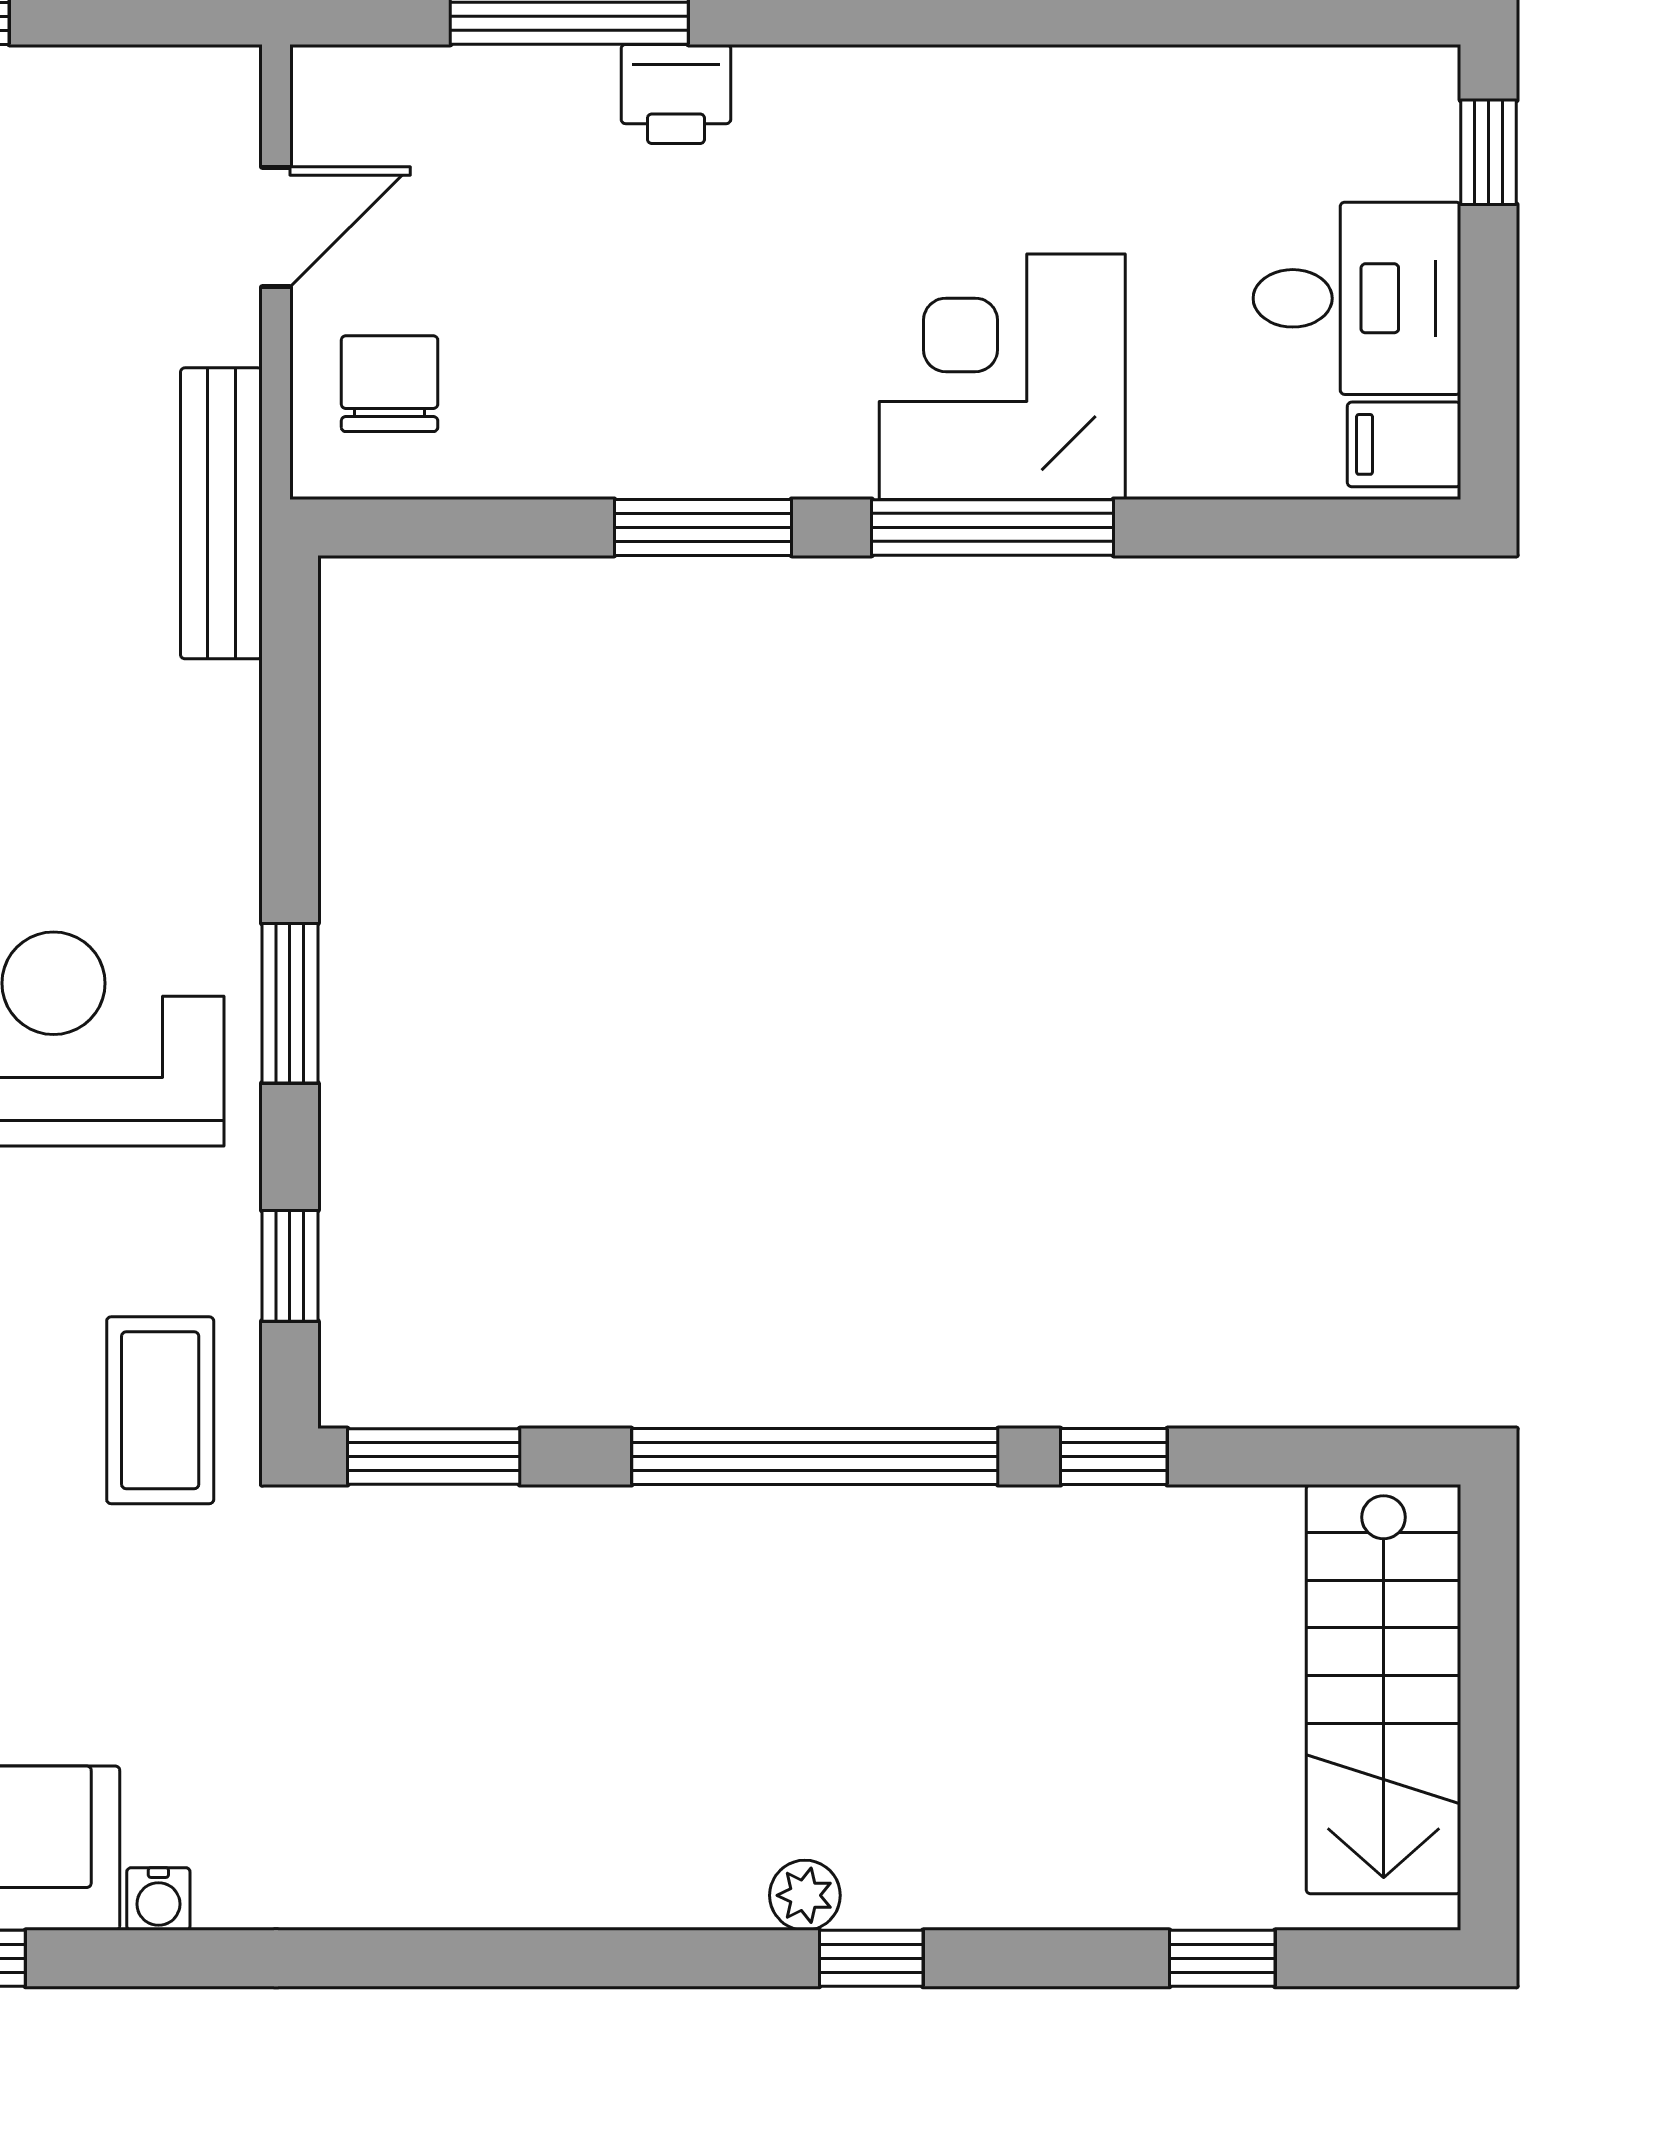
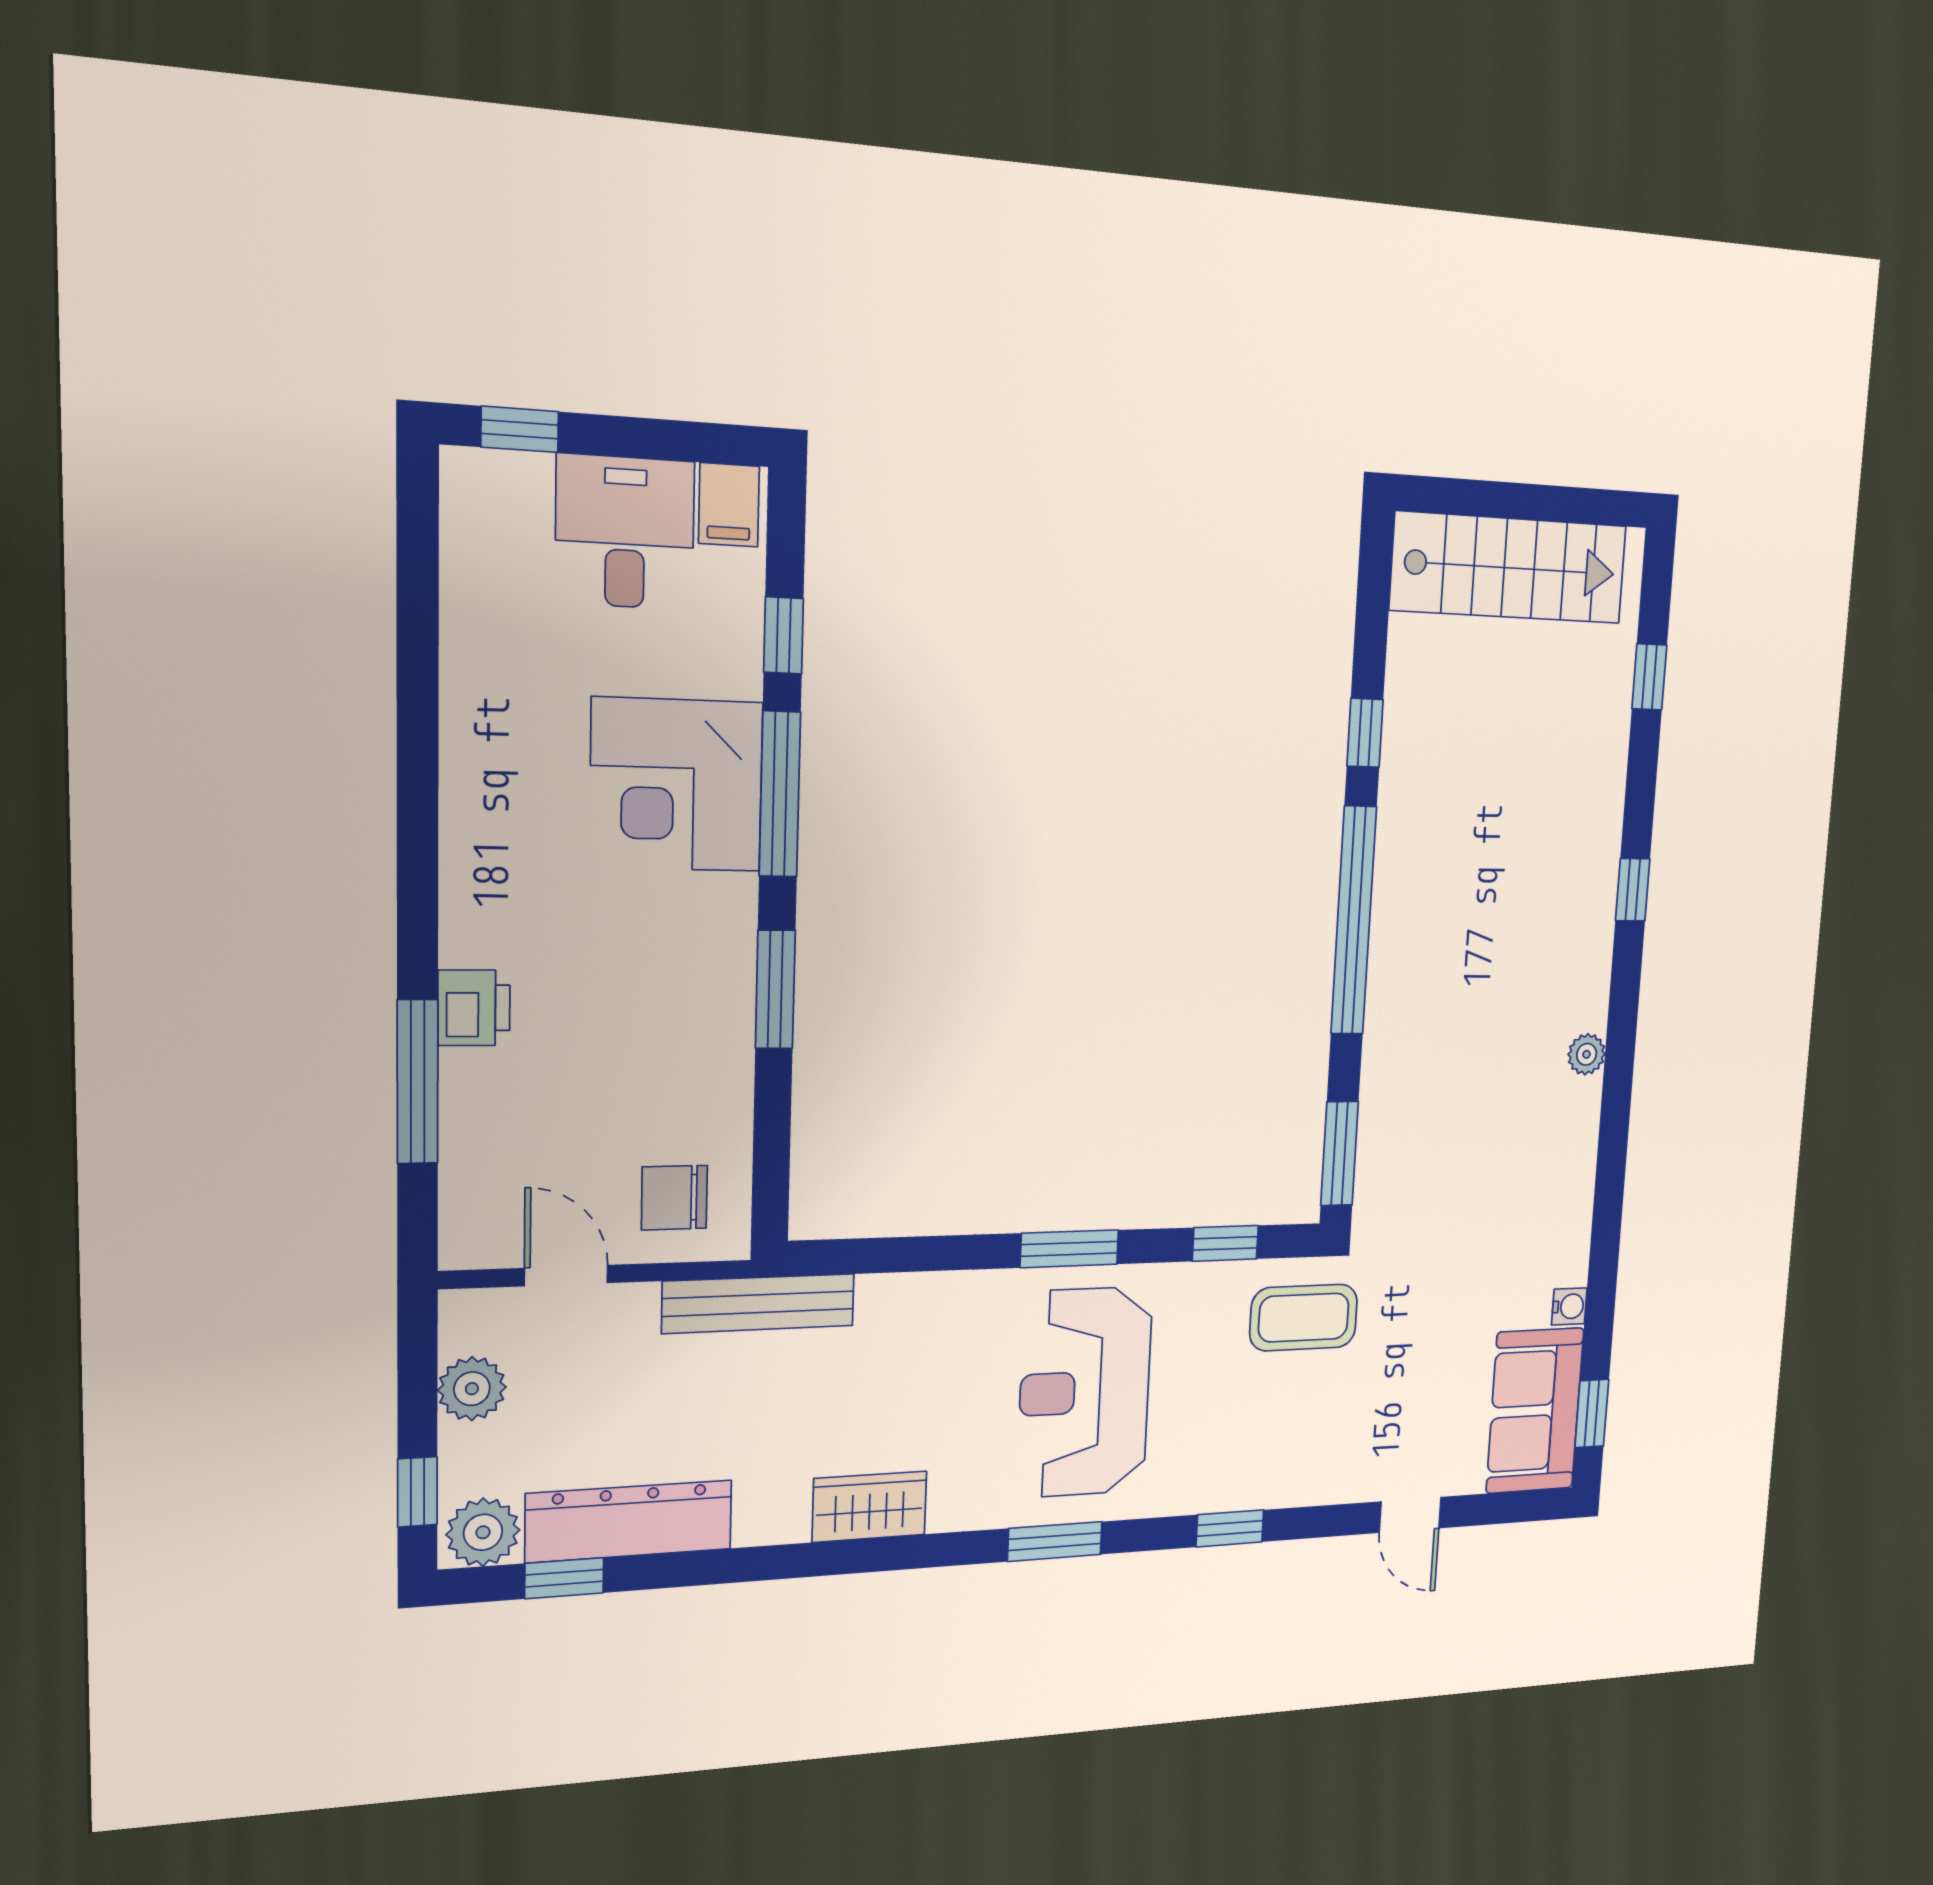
plant: (110, 93) -> (472, 1389), added
window: (1223, 527) -> (784, 635), added
plant: (805, 1895) -> (1587, 1054), moved

